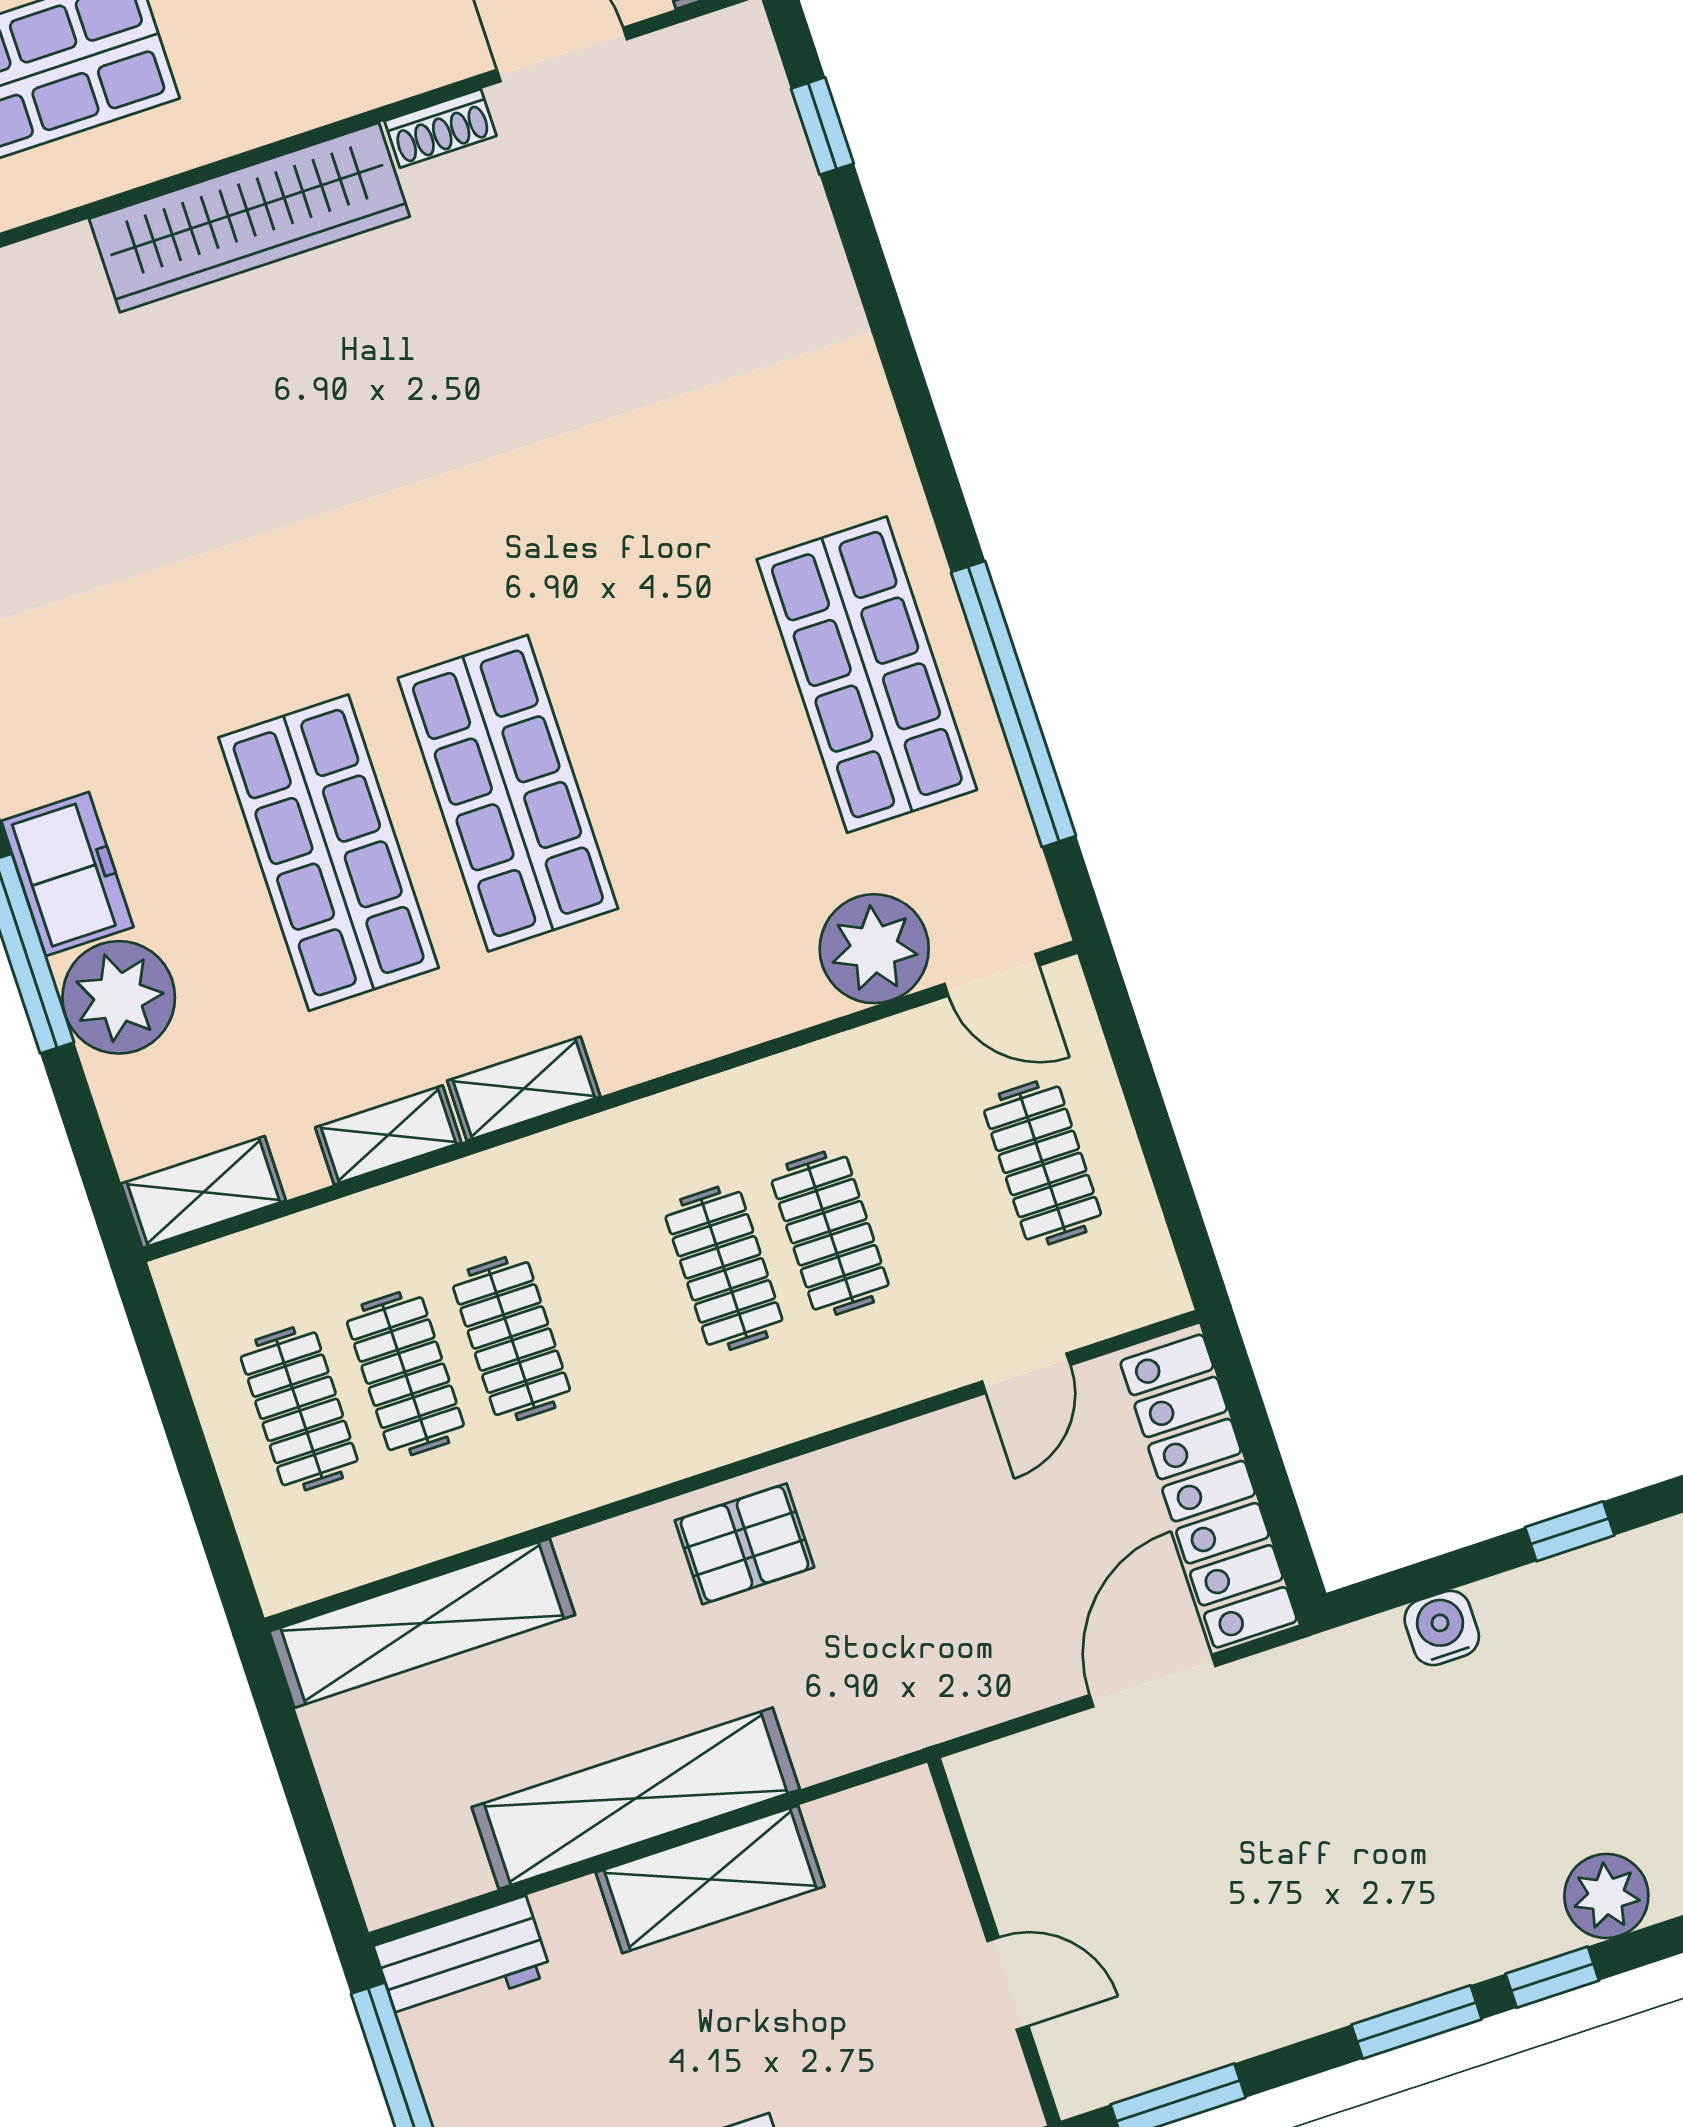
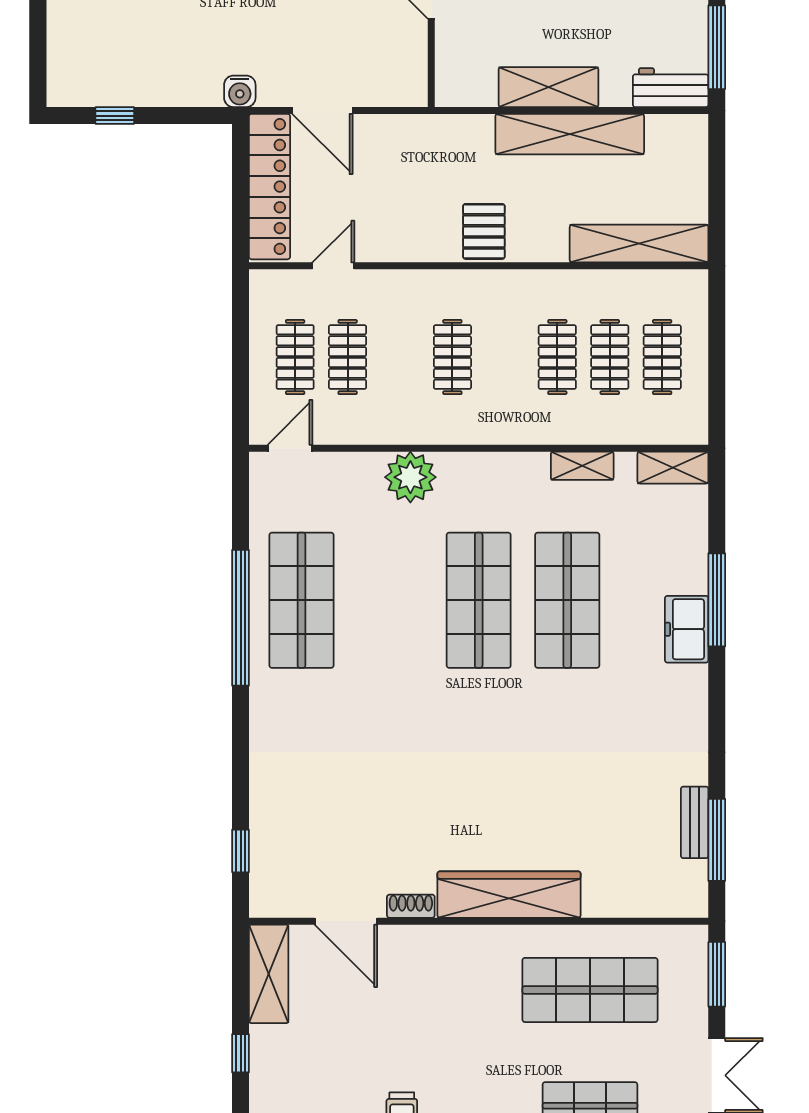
window: (1014, 704) -> (241, 618), moved
plant: (874, 949) -> (410, 477), moved
door: (992, 975) -> (290, 448), hinge flipped
plant: (119, 997) -> (682, 567), removed
shelving: (524, 1089) -> (515, 466), removed
clothes rail: (830, 1233) -> (348, 357), moved
pallet: (745, 1544) -> (484, 231), turned 90
water cooler: (1442, 1628) -> (240, 91), moved
door: (1153, 1681) -> (322, 110), hinge flipped

